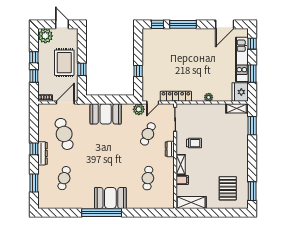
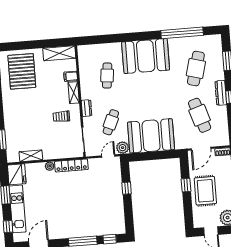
locker: (176, 96) -> (71, 165), moved
shelving: (237, 108) -> (31, 156), moved
booth: (106, 114) -> (151, 136), width x1.36, depth x1.42
cafe table: (64, 178) -> (196, 69), width x1.37, depth x1.35
pallet: (228, 188) -> (22, 71), width x1.37, depth x1.41
booth: (110, 198) -> (146, 56), width x1.36, depth x1.42
window: (102, 213) -> (182, 33), moved

